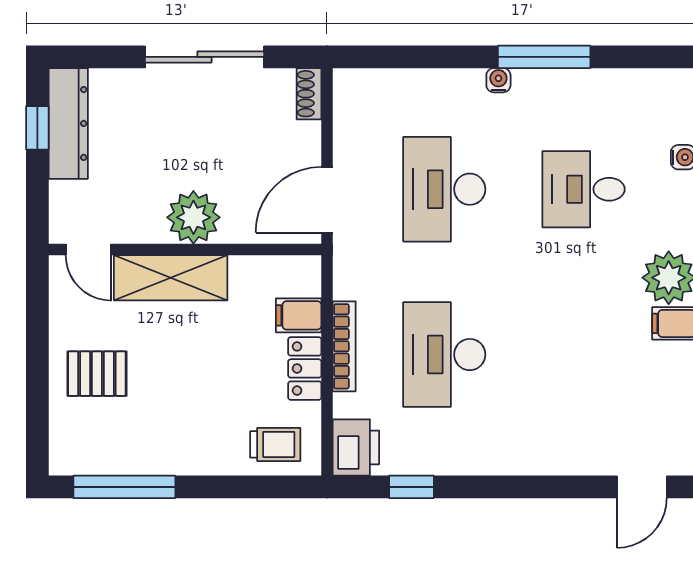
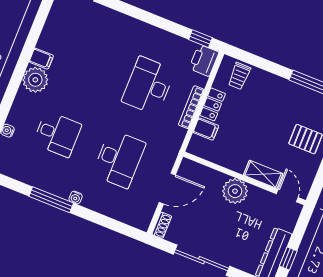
door: (327, 200) -> (167, 189), moved
shelving: (171, 278) -> (263, 174), width x0.67, depth x0.75
desk: (444, 355) -> (148, 86), turned 180
trolley: (275, 444) -> (239, 76), turned -90
window: (411, 487) -> (200, 39), moved

